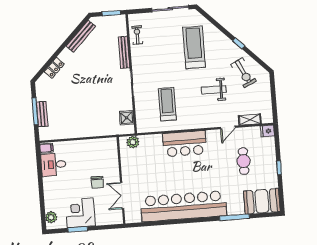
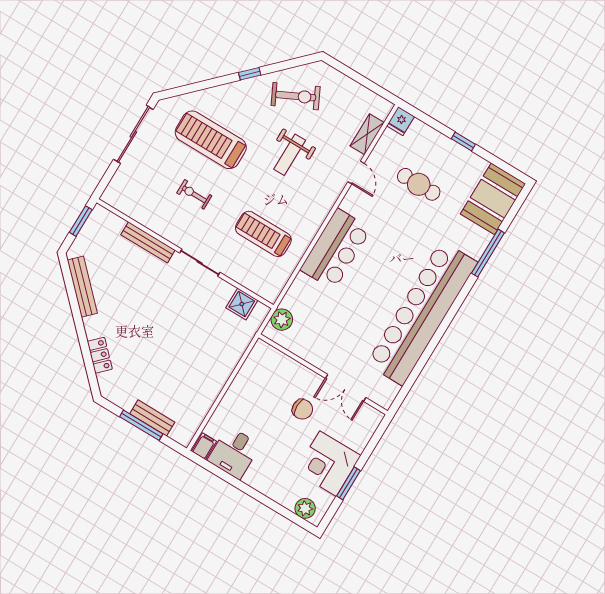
exercise bike: (137, 35) -> (194, 194), moved

